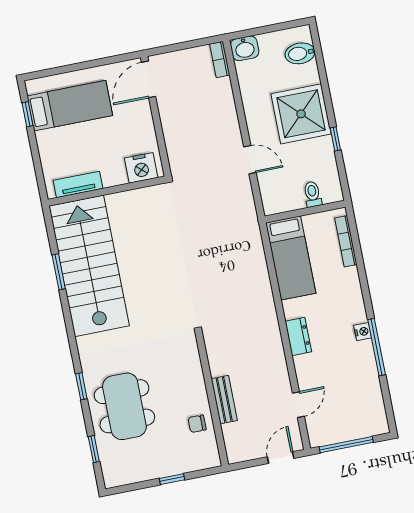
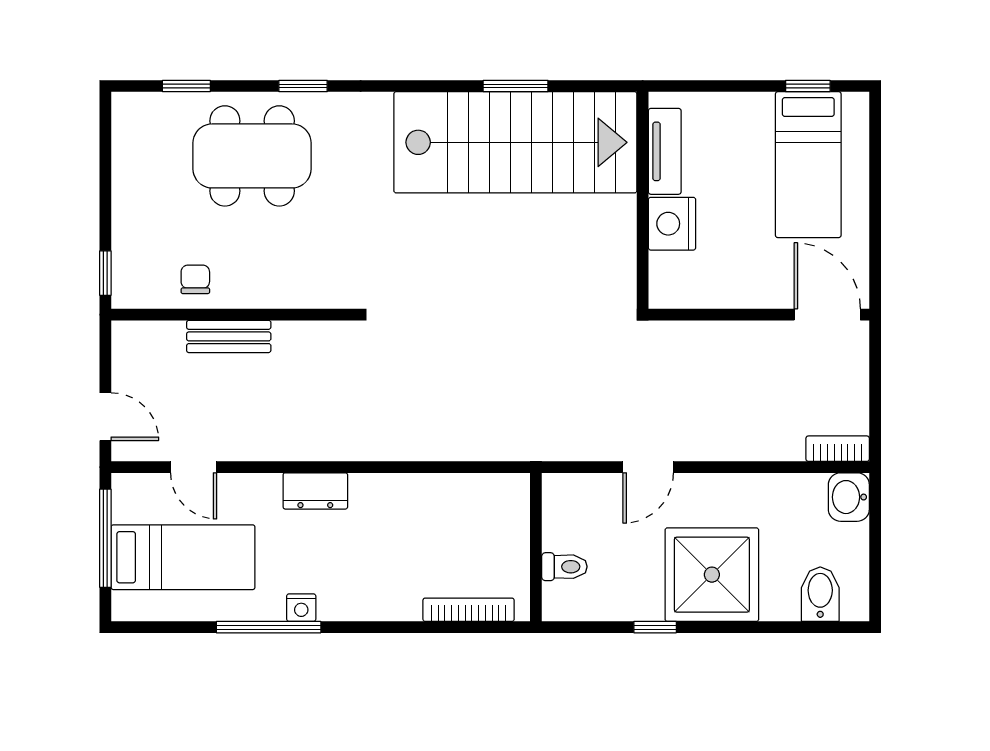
nightstand: (141, 168) -> (672, 224), moved
bed: (291, 258) -> (183, 557), moved, turned 180
window: (172, 479) -> (105, 273), moved

